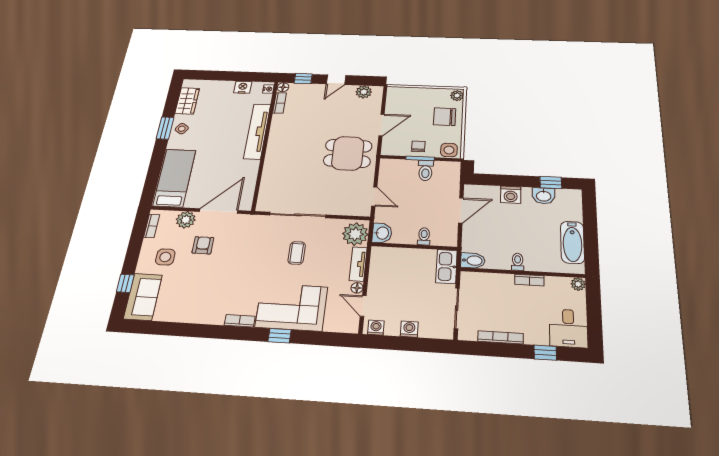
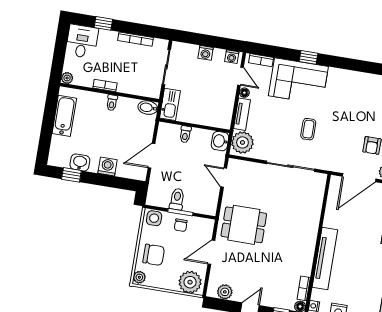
plant: (402, 97) -> (190, 282), added
coffee table: (297, 253) -> (308, 129), moved
bookcase: (240, 321) -> (261, 60), moved

